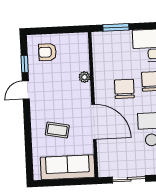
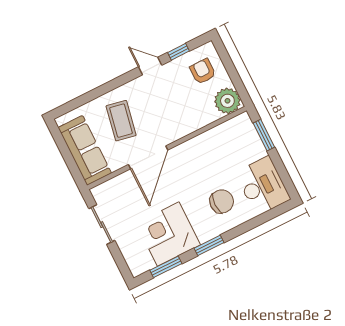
plant: (84, 77) -> (227, 101), moved, width x1.88, depth x1.88
chair: (124, 89) -> (200, 175), removed
coffee table: (57, 130) -> (121, 121), width x1.36, depth x1.30

